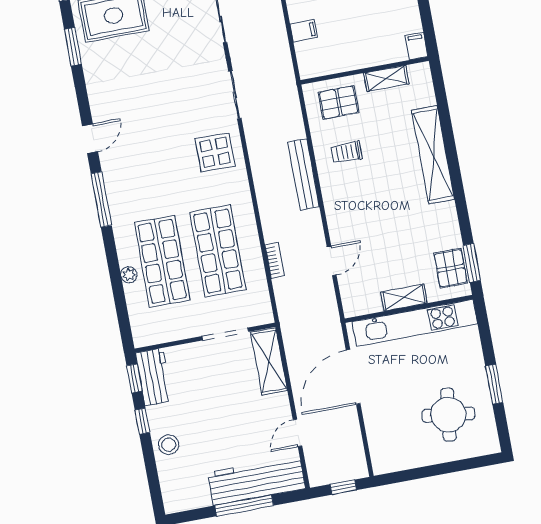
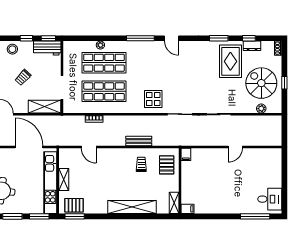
filing cabinet: (304, 31) -> (186, 154), moved
shelving: (386, 78) -> (174, 203), moved
bench: (304, 174) -> (139, 141), width x0.73
window: (485, 332) -> (39, 216), added
trolley: (220, 414) -> (23, 77), added

